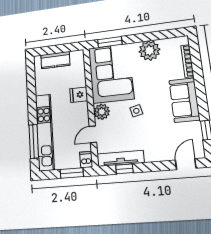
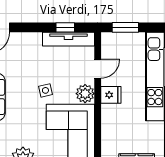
fridge: (79, 95) -> (111, 95), moved
dishwasher: (86, 160) -> (108, 41), removed

